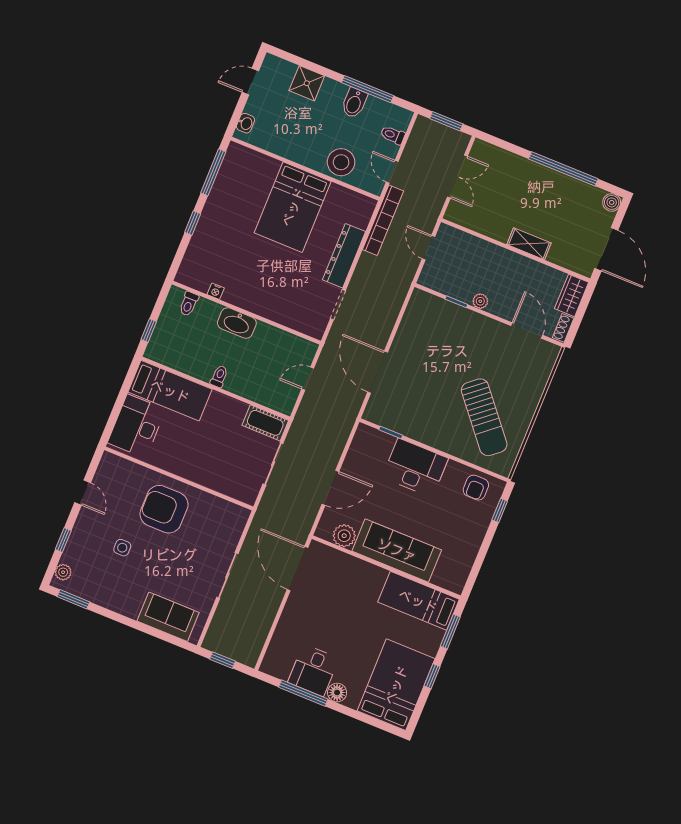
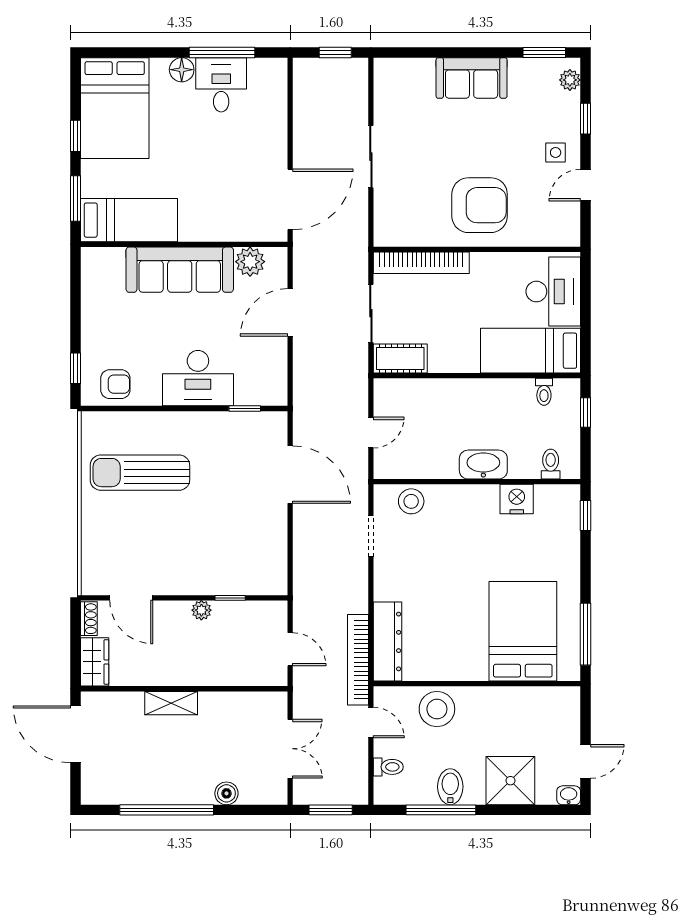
shower: (307, 83) -> (510, 781), width x1.36, depth x1.36
washbasin: (246, 123) -> (569, 795), moved, turned 90
double door: (457, 177) -> (290, 749), swing flipped
boiler: (612, 202) -> (226, 793), moved
bed: (293, 207) -> (523, 631), moved
window: (193, 223) -> (586, 515), moved
dresser: (344, 256) -> (388, 641), moved
nightstand: (216, 291) -> (517, 499), width x1.89, depth x1.79
stool: (299, 318) -> (411, 501), added
toilet: (219, 376) -> (544, 392), moved
sun lounger: (484, 417) -> (140, 473), turned -50
bookcase: (222, 485) -> (421, 263), added
armchair: (476, 488) -> (115, 384), turned 90
door: (83, 493) -> (586, 185), hinge flipped
side table: (122, 548) -> (556, 152), moved
door: (297, 568) -> (290, 199), hinge flipped
sofa: (168, 617) -> (472, 78), moved

